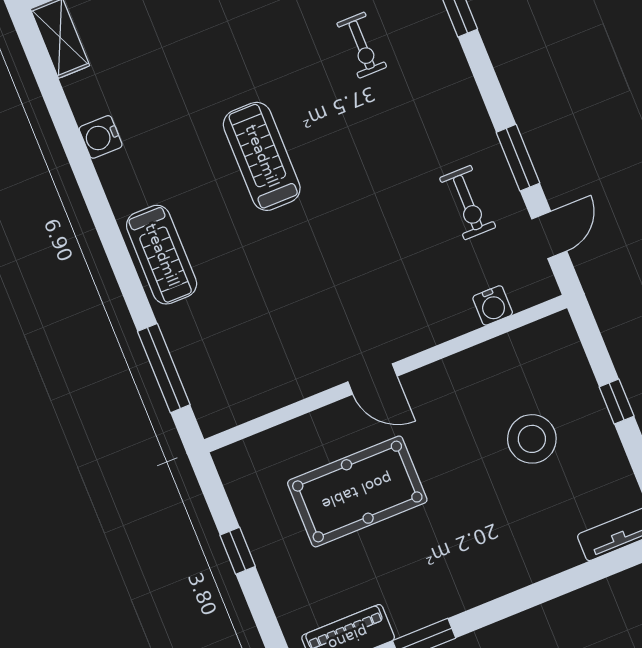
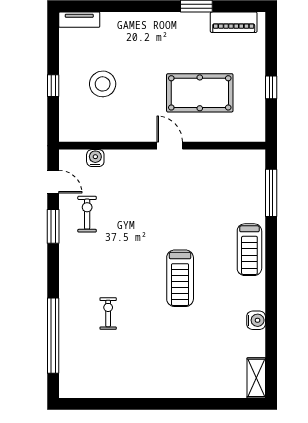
door: (549, 235) -> (53, 182), swing flipped
treadmill: (162, 255) -> (249, 250), turned 180

